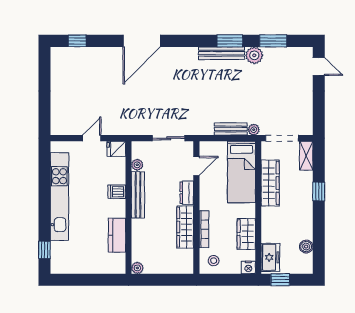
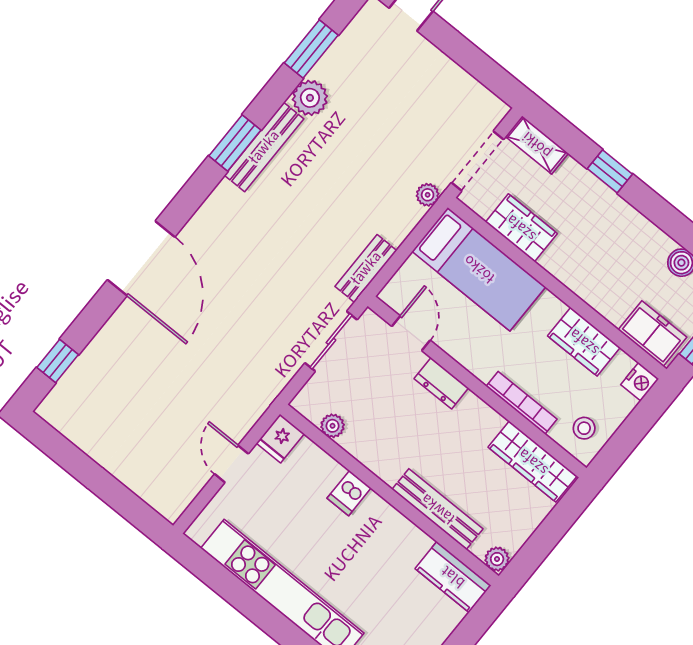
window: (230, 41) -> (235, 143), moved
bench: (231, 129) -> (366, 268), moved
wardrobe: (270, 183) -> (521, 228), width x0.67
bench: (138, 195) -> (438, 509), moved
wardrobe: (185, 227) -> (533, 462), moved
kitchen counter: (117, 235) -> (453, 577), moved

